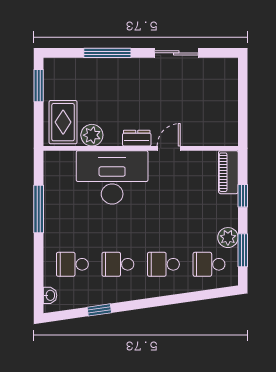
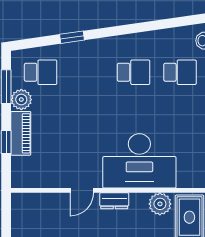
piano: (228, 172) -> (21, 133), moved
school desk: (163, 264) -> (87, 72), removed
window: (99, 310) -> (72, 37), moved

